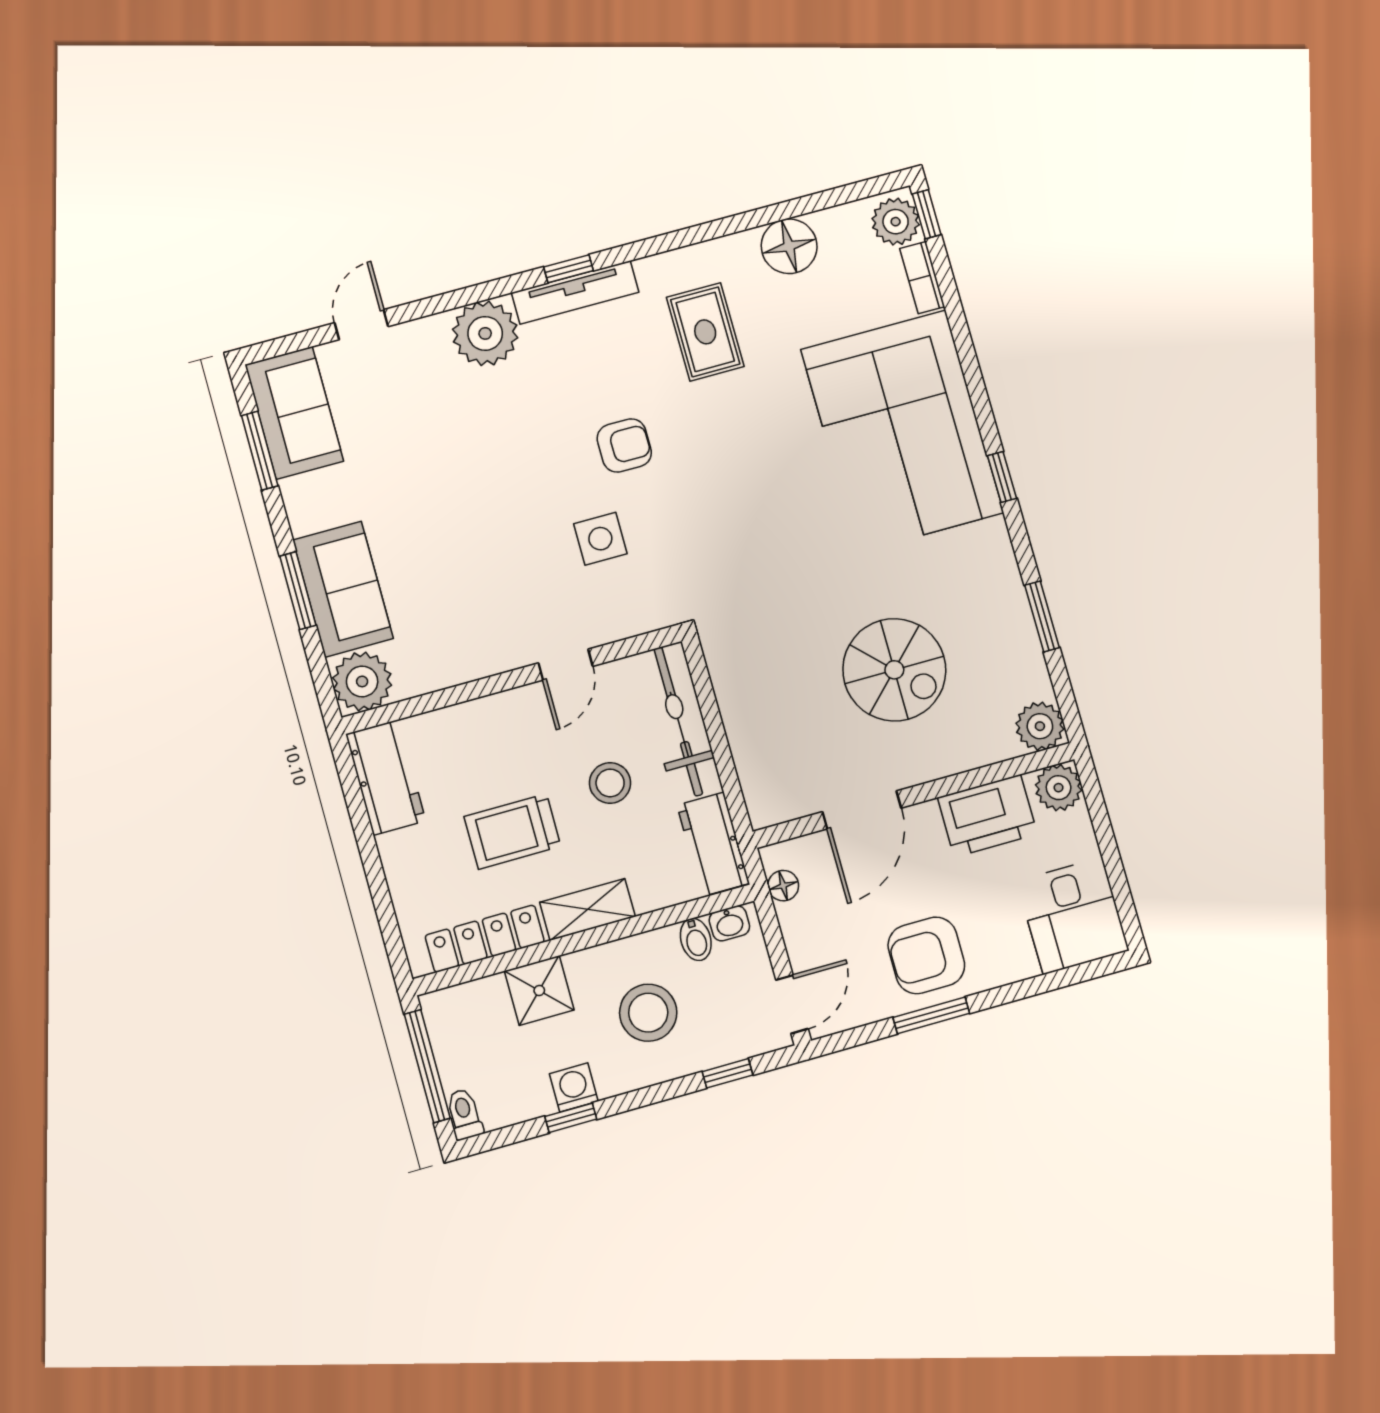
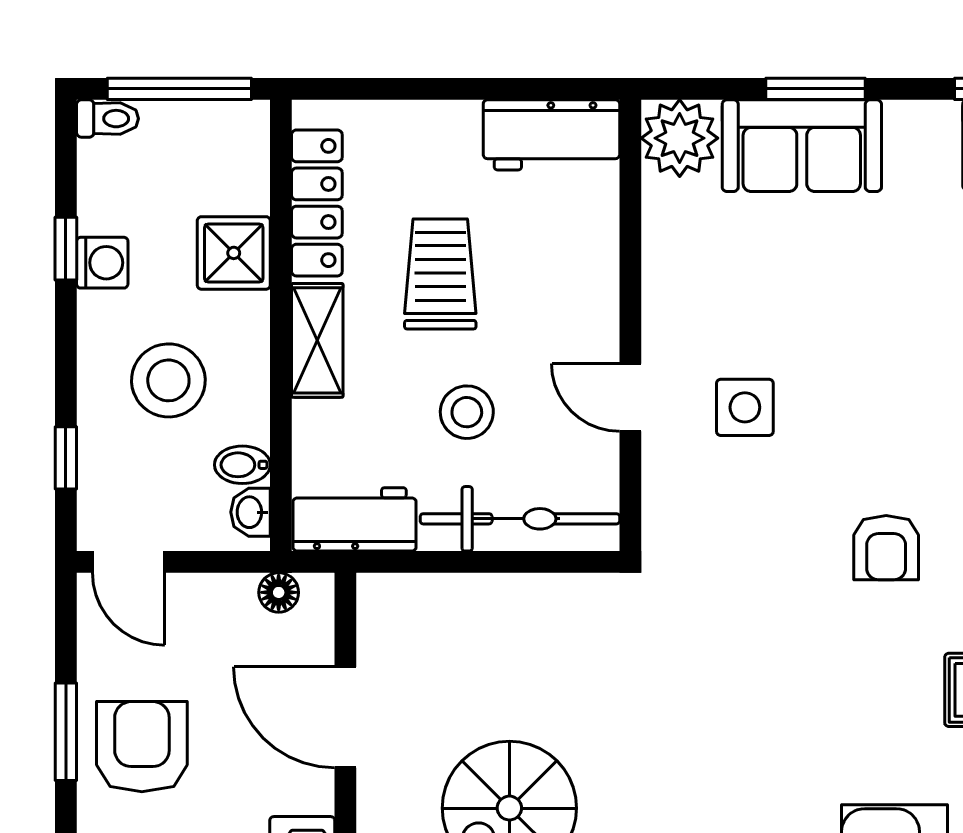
side table: (600, 539) -> (745, 407), moved

